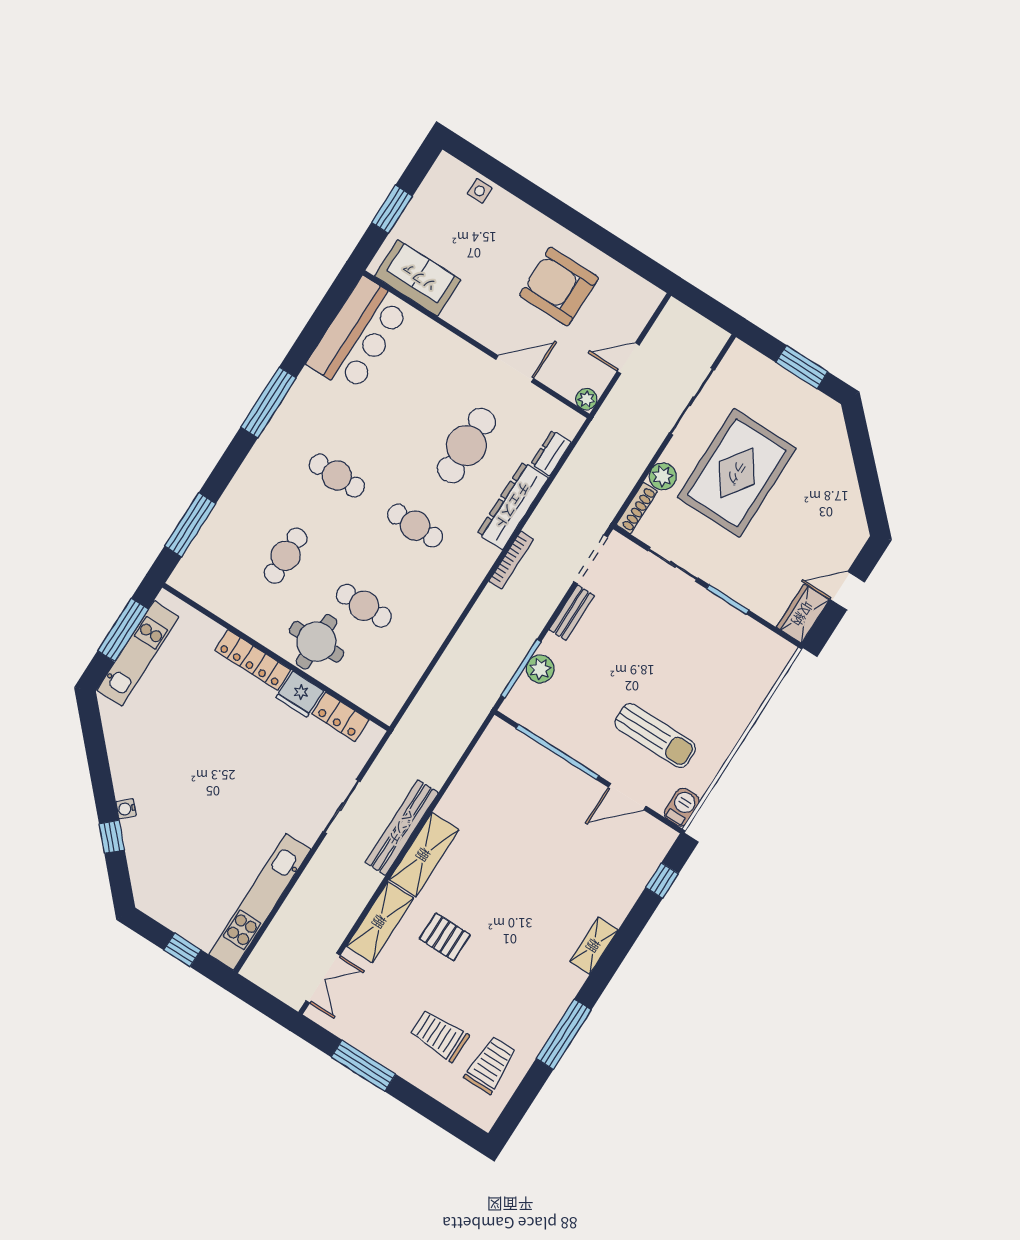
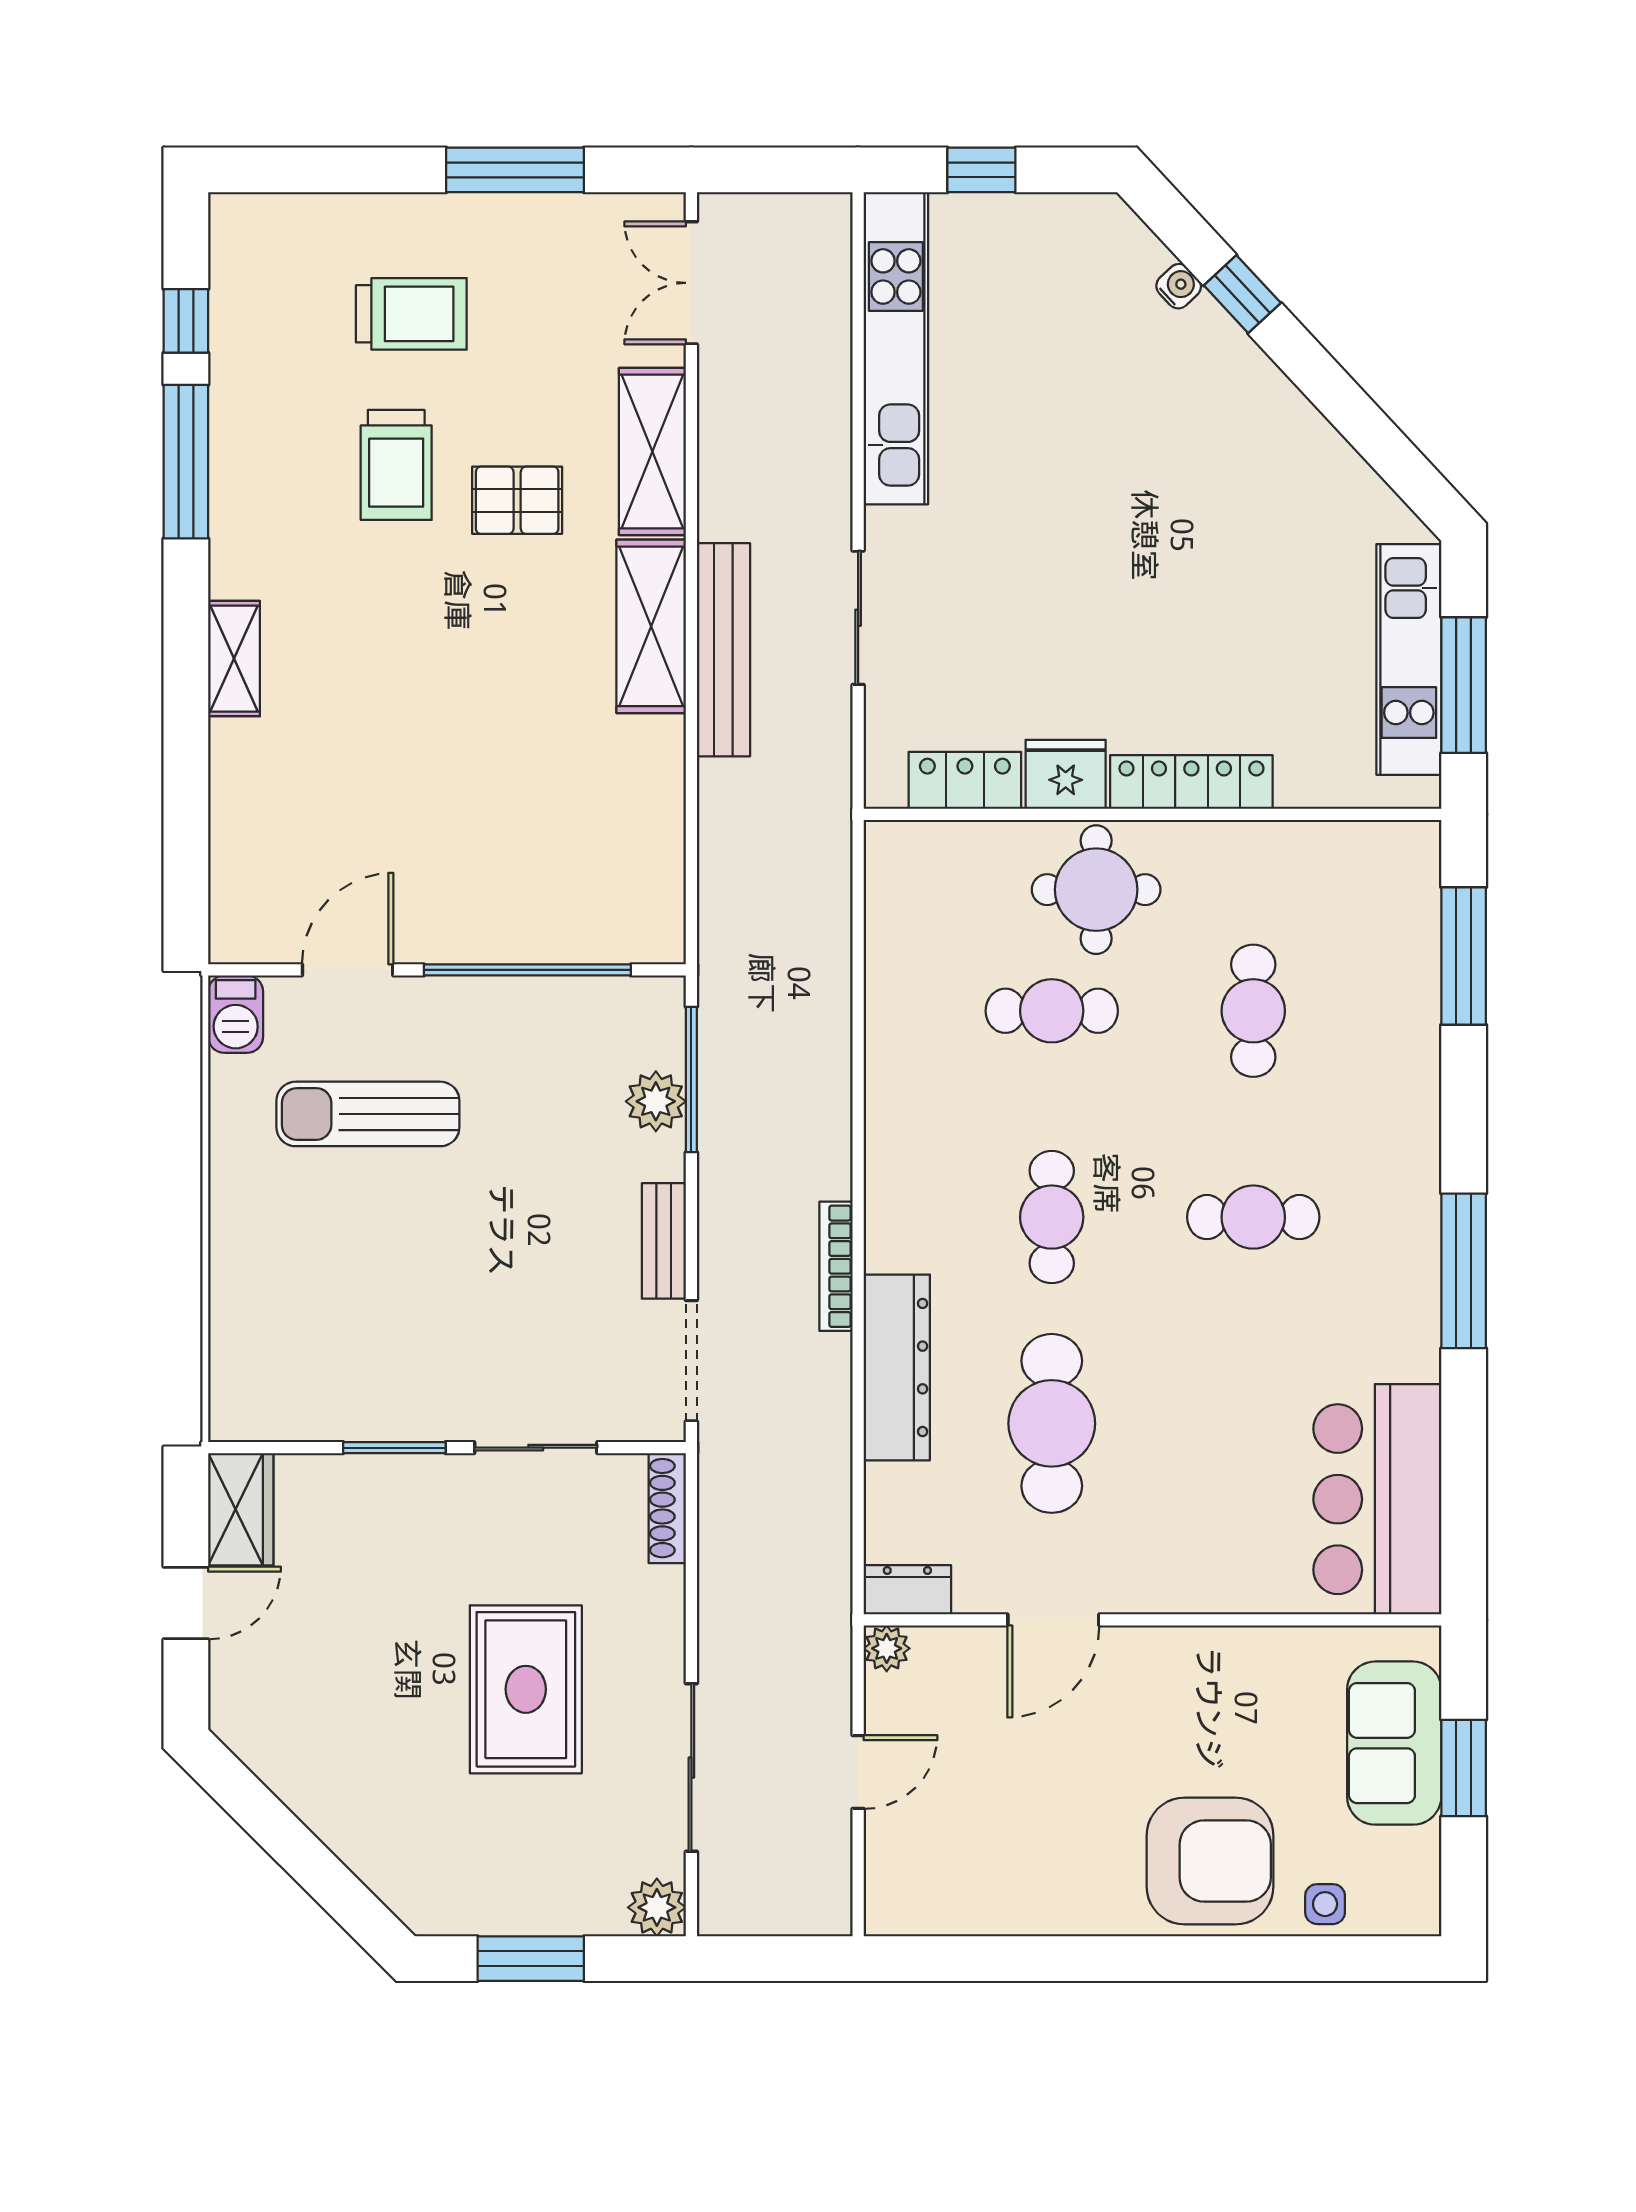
sofa: (418, 278) -> (1394, 1743), moved, turned 90
armchair: (559, 286) -> (1210, 1861), moved
dresser: (551, 453) -> (907, 1590), moved, turned -90
rug: (737, 473) -> (526, 1689), width x0.73, depth x0.69
plant: (663, 476) -> (657, 1907), moved
cafe table: (415, 526) -> (1052, 1217), turned 90
water cooler: (126, 809) -> (1179, 286), moved
window: (662, 881) -> (186, 321), moved
trolley: (490, 1065) -> (396, 465), moved

